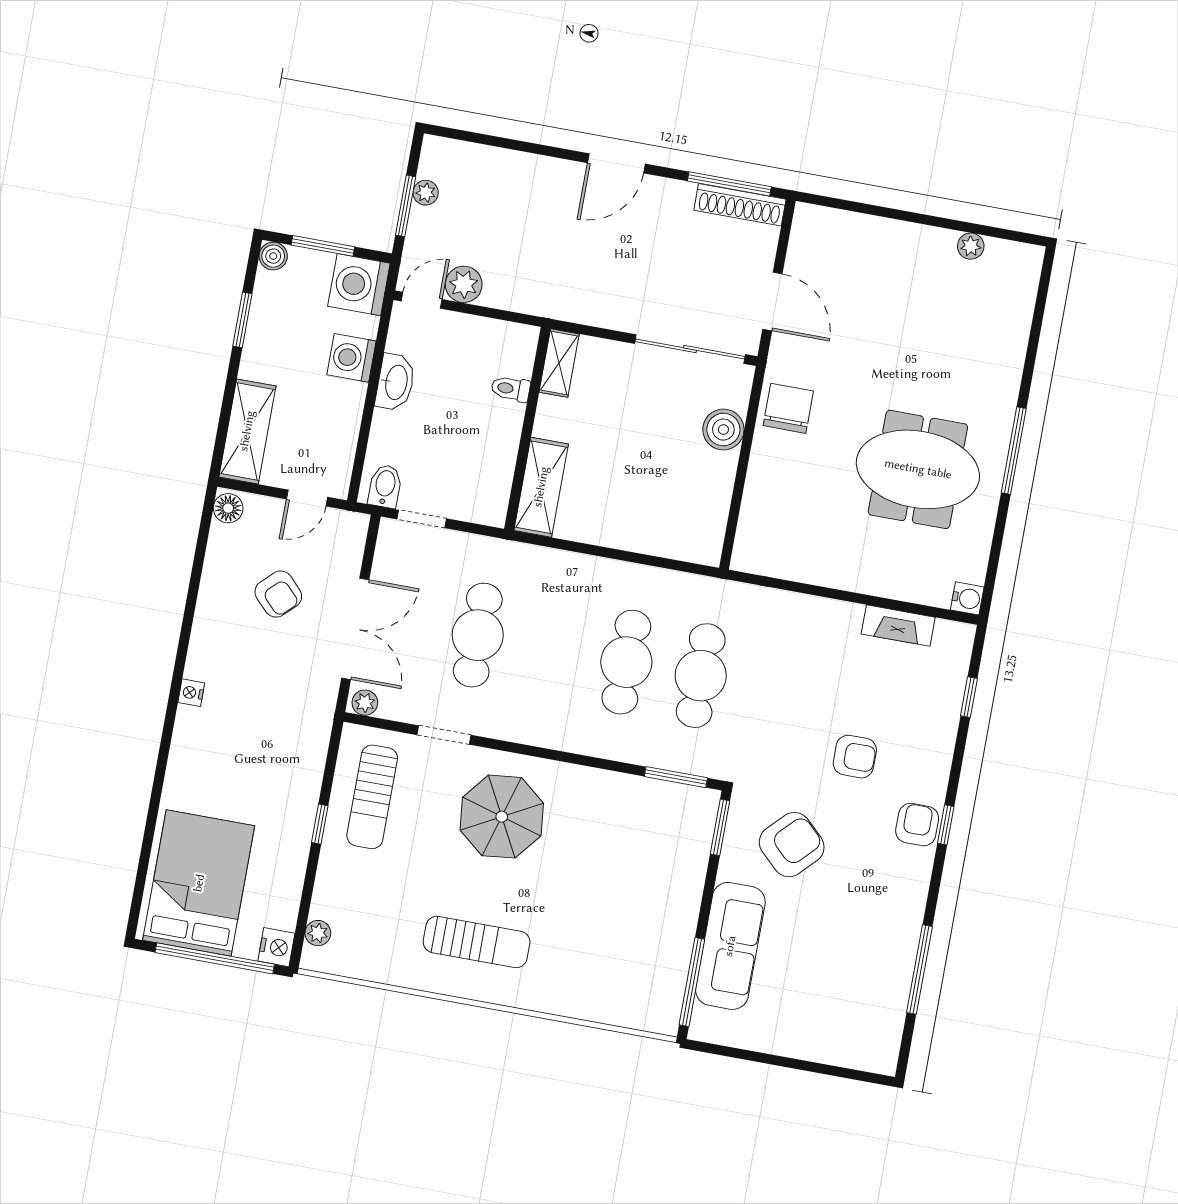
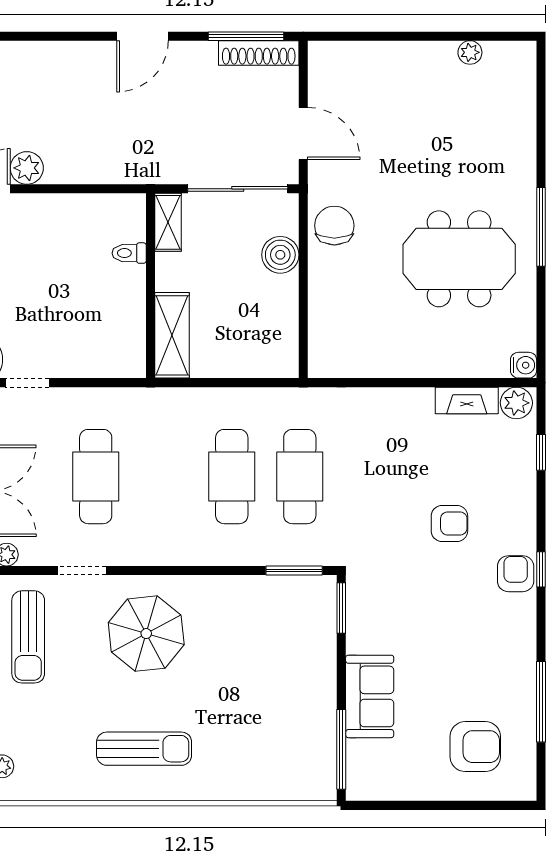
shelving: (559, 363) -> (168, 222), moved
toilet: (511, 389) -> (129, 253), moved
wall: (527, 429) -> (151, 286), moved
shelving: (541, 487) -> (172, 335), moved
plant: (952, 638) -> (516, 403), added
armchair: (792, 845) -> (475, 747), moved, turned 46
sofa: (730, 946) -> (370, 696), width x0.73

